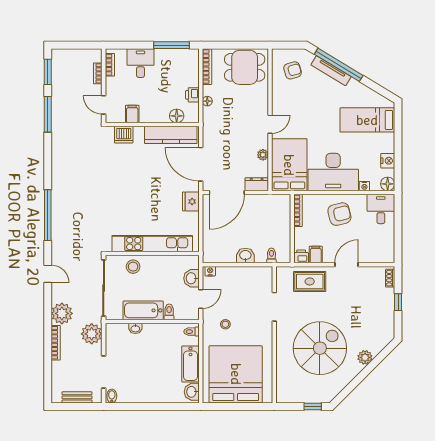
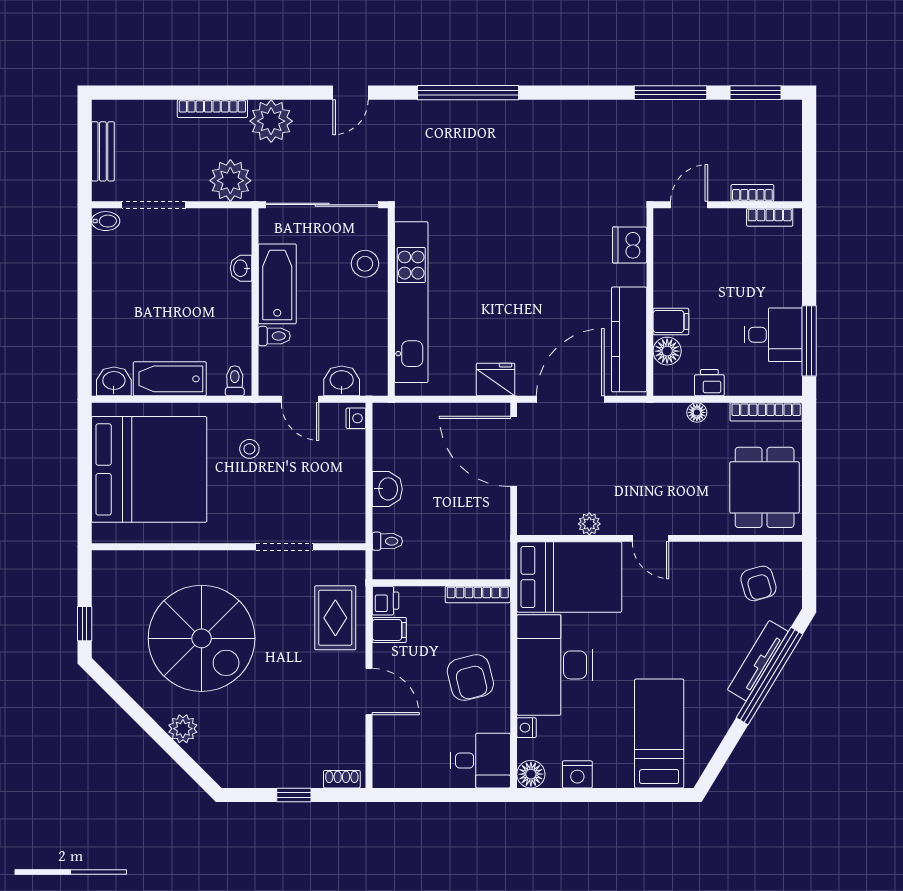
desk: (140, 63) -> (773, 335), moved
filing cabinet: (132, 114) -> (671, 322), moved
dresser: (257, 184) -> (530, 512), removed

